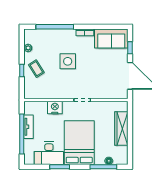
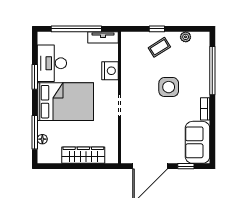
tv unit: (29, 127) -> (103, 37), moved

